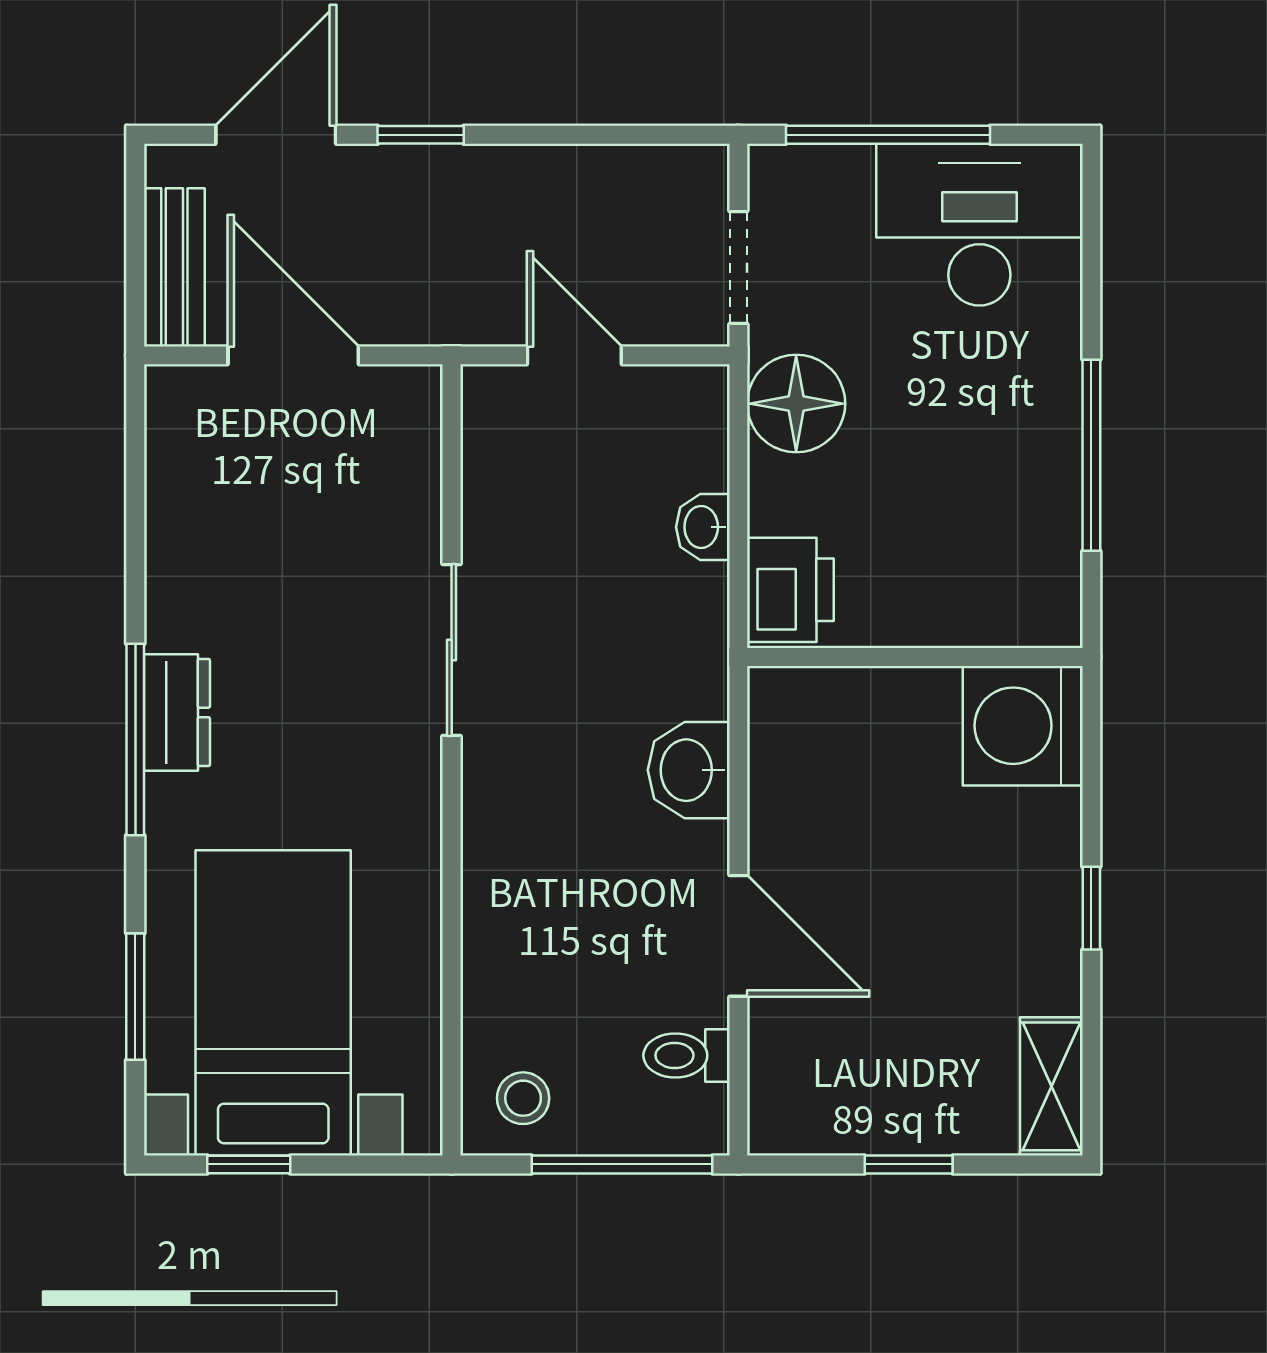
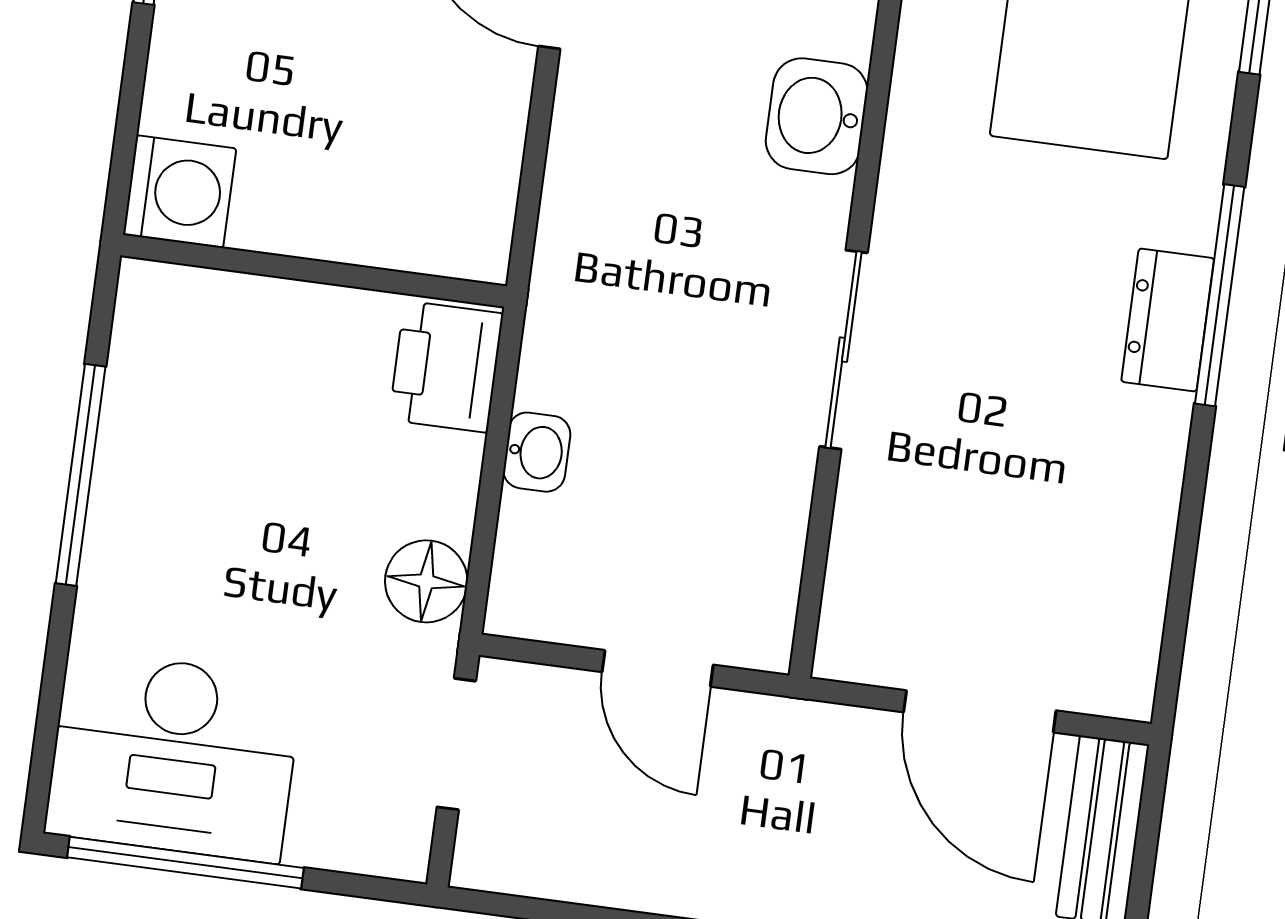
window: (888, 135) -> (185, 863), moved
floor lamp: (796, 404) -> (426, 581), width x0.73, depth x0.73
washing machine: (1023, 726) -> (180, 192), width x0.73, depth x0.73
washbasin: (689, 770) -> (817, 116), moved, turned 180

